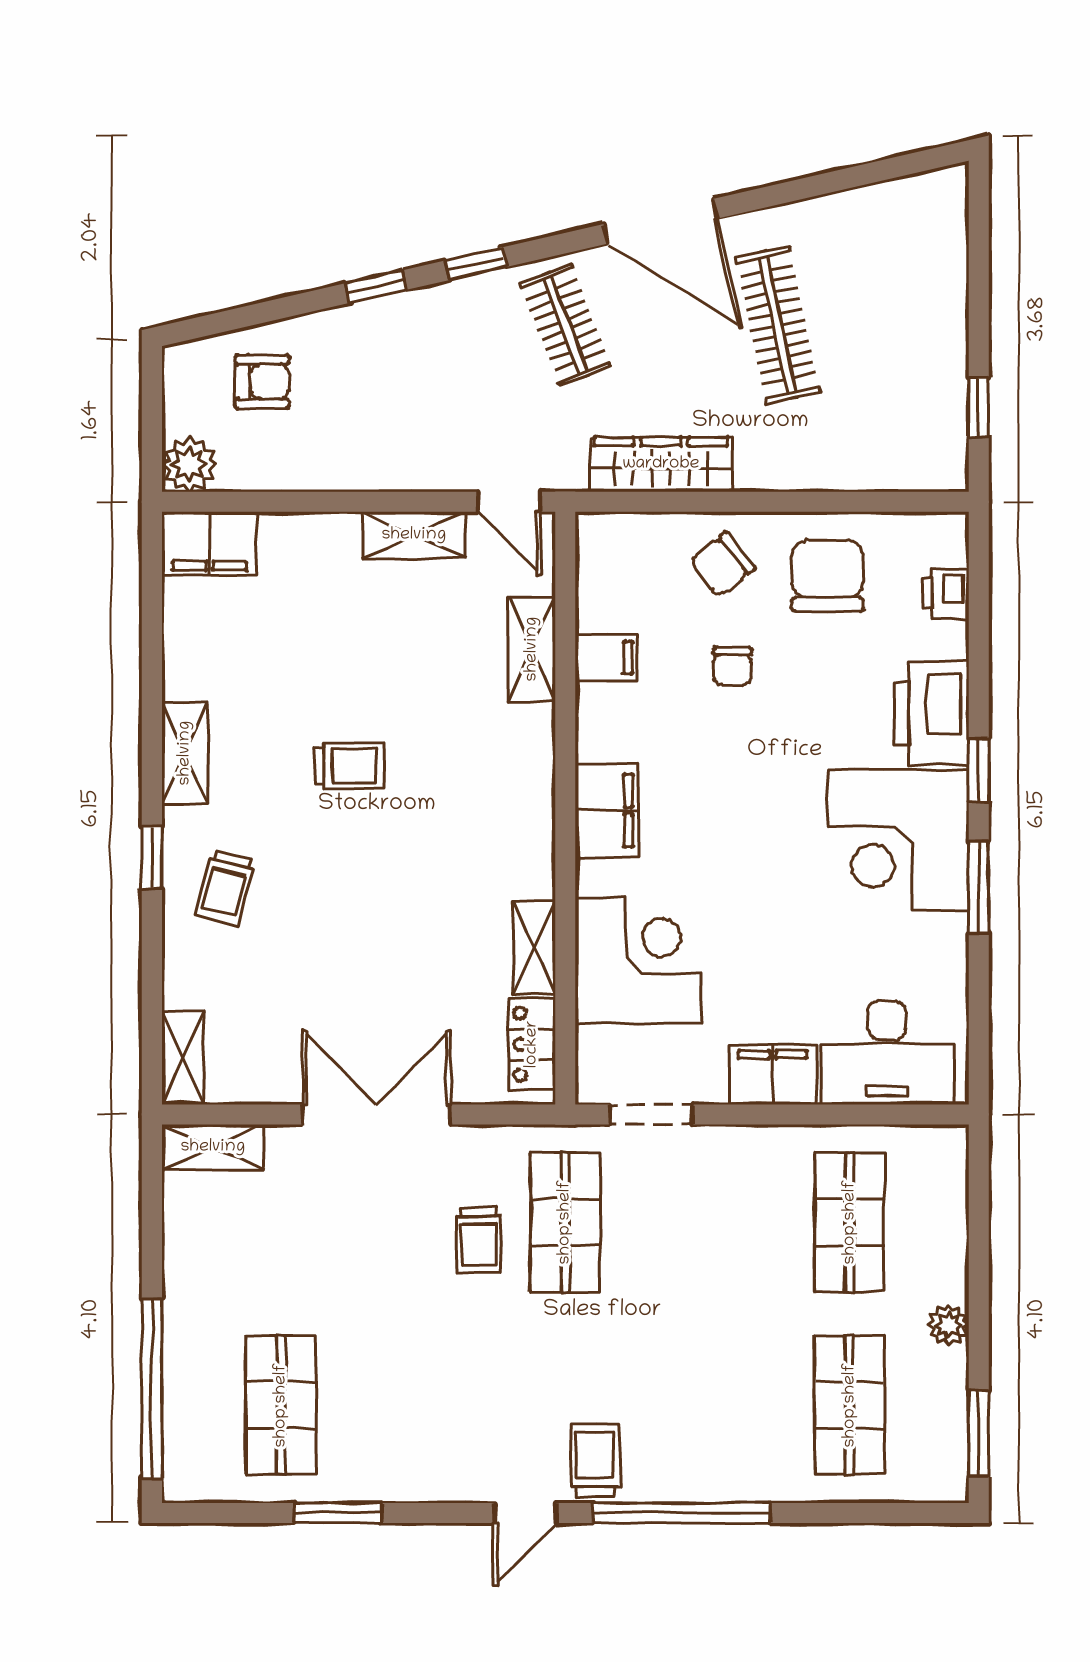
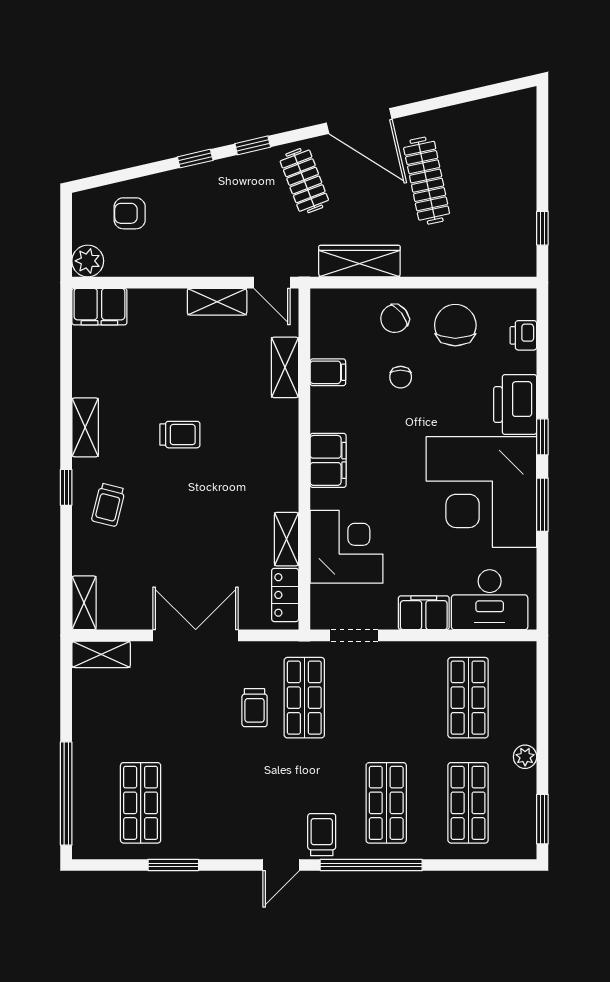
armchair: (262, 382) -> (130, 213), turned 180
corner desk: (898, 840) -> (481, 492), width x1.36, depth x1.36
shop shelf: (707, 1405) -> (386, 803), added

